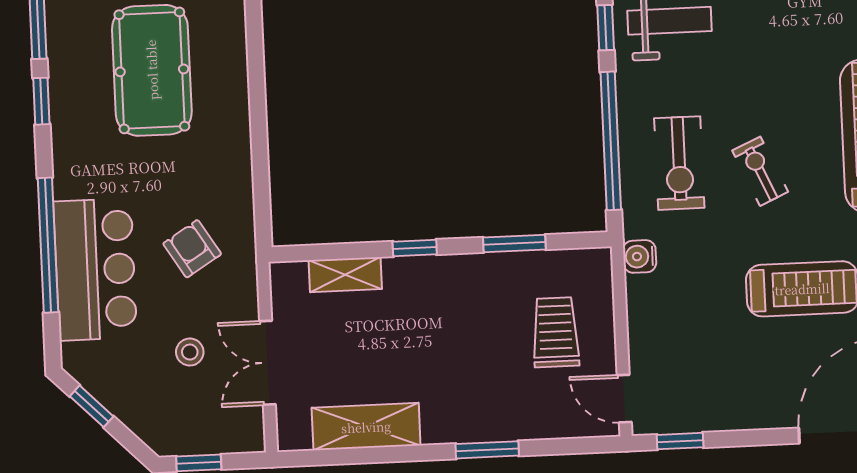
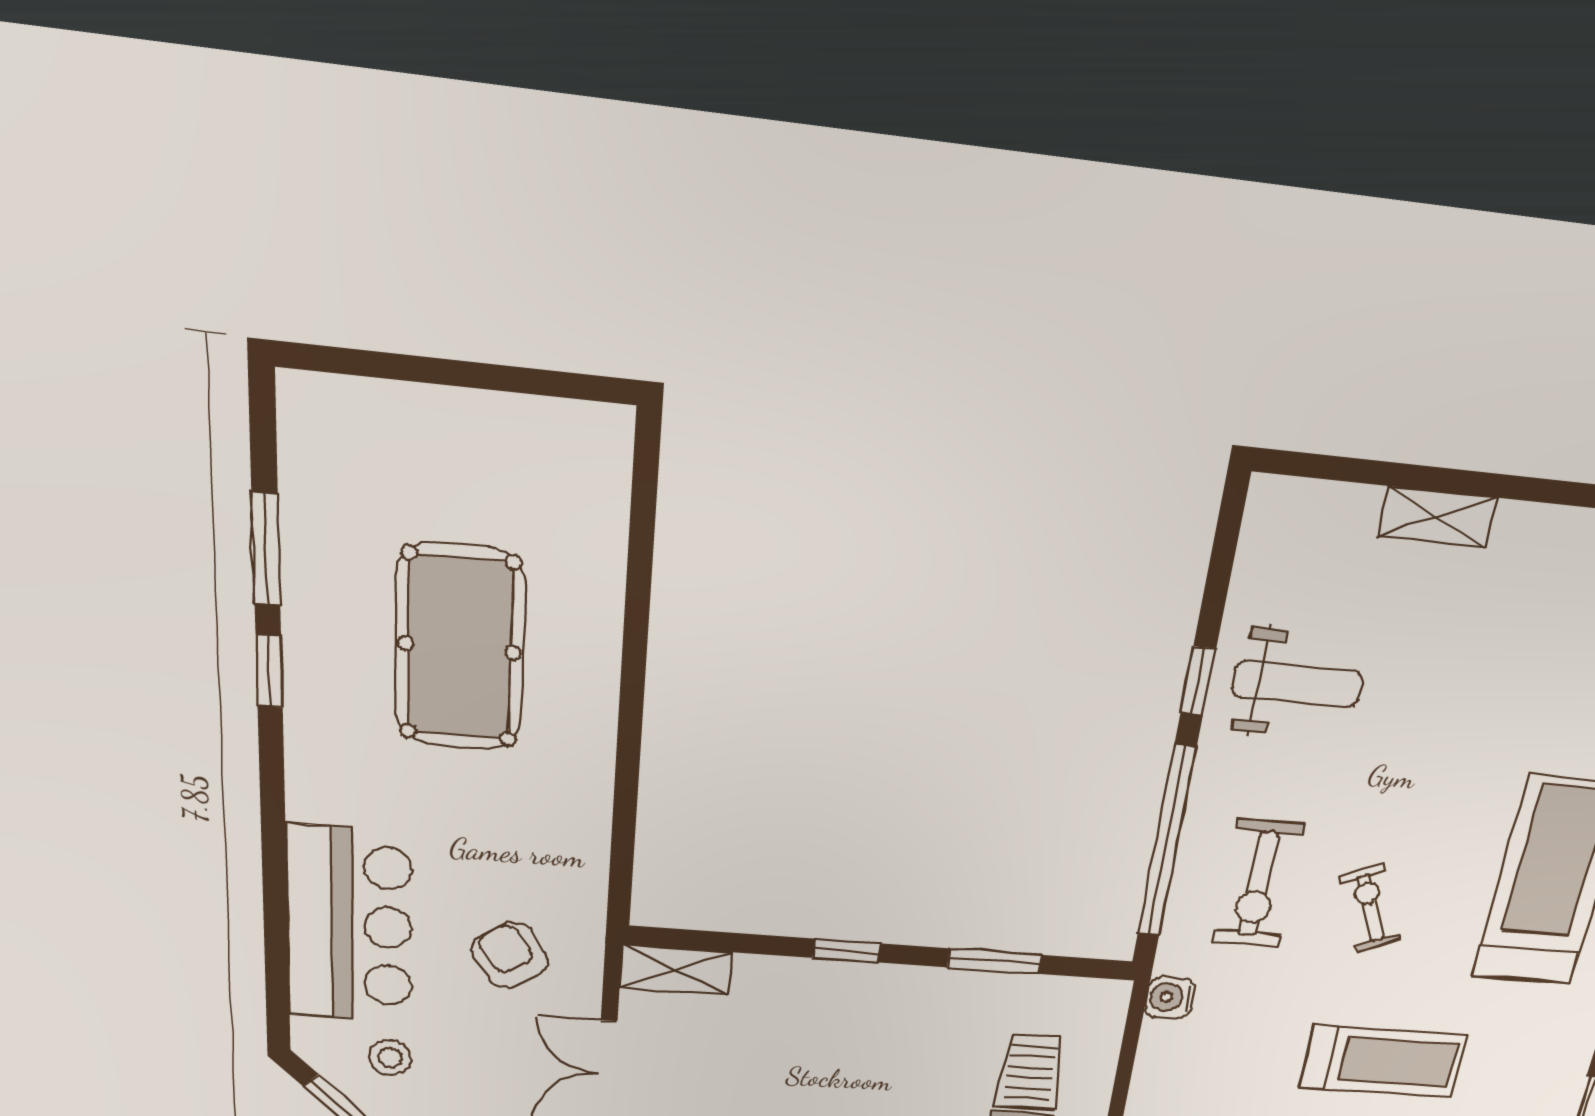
window: (48, 245) -> (275, 883), removed
armchair: (192, 249) -> (510, 955), moved
shelving: (345, 275) -> (676, 970), moved
stool: (190, 352) -> (390, 1058), moved

